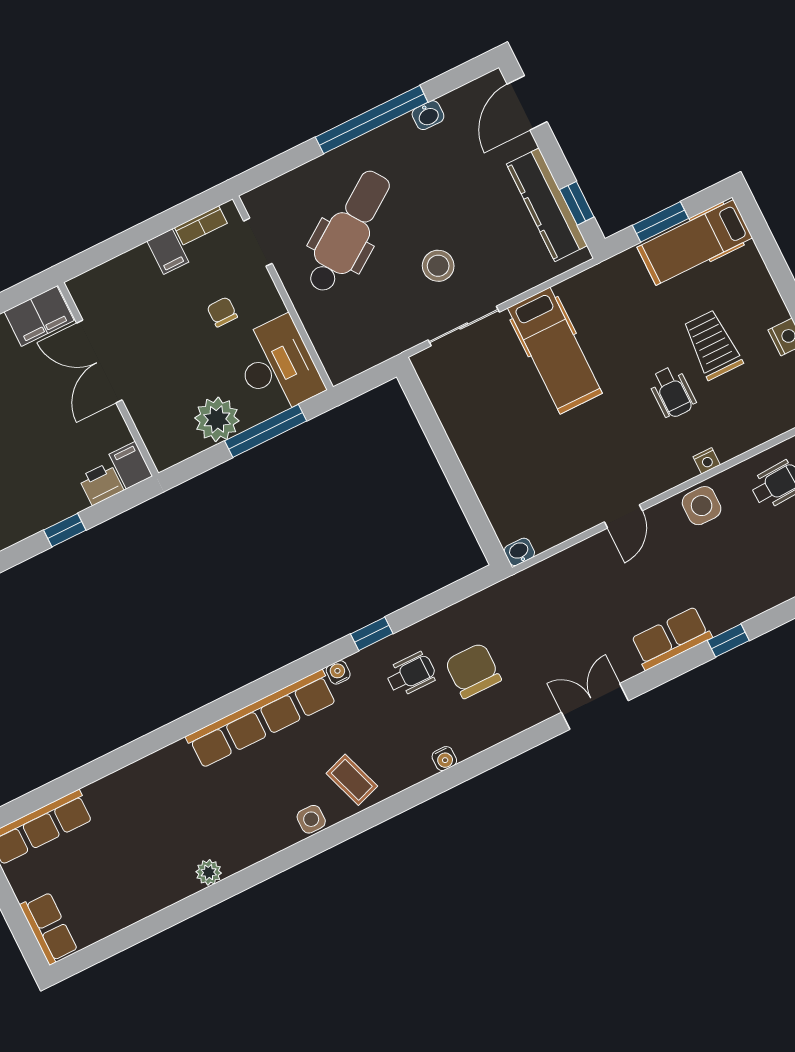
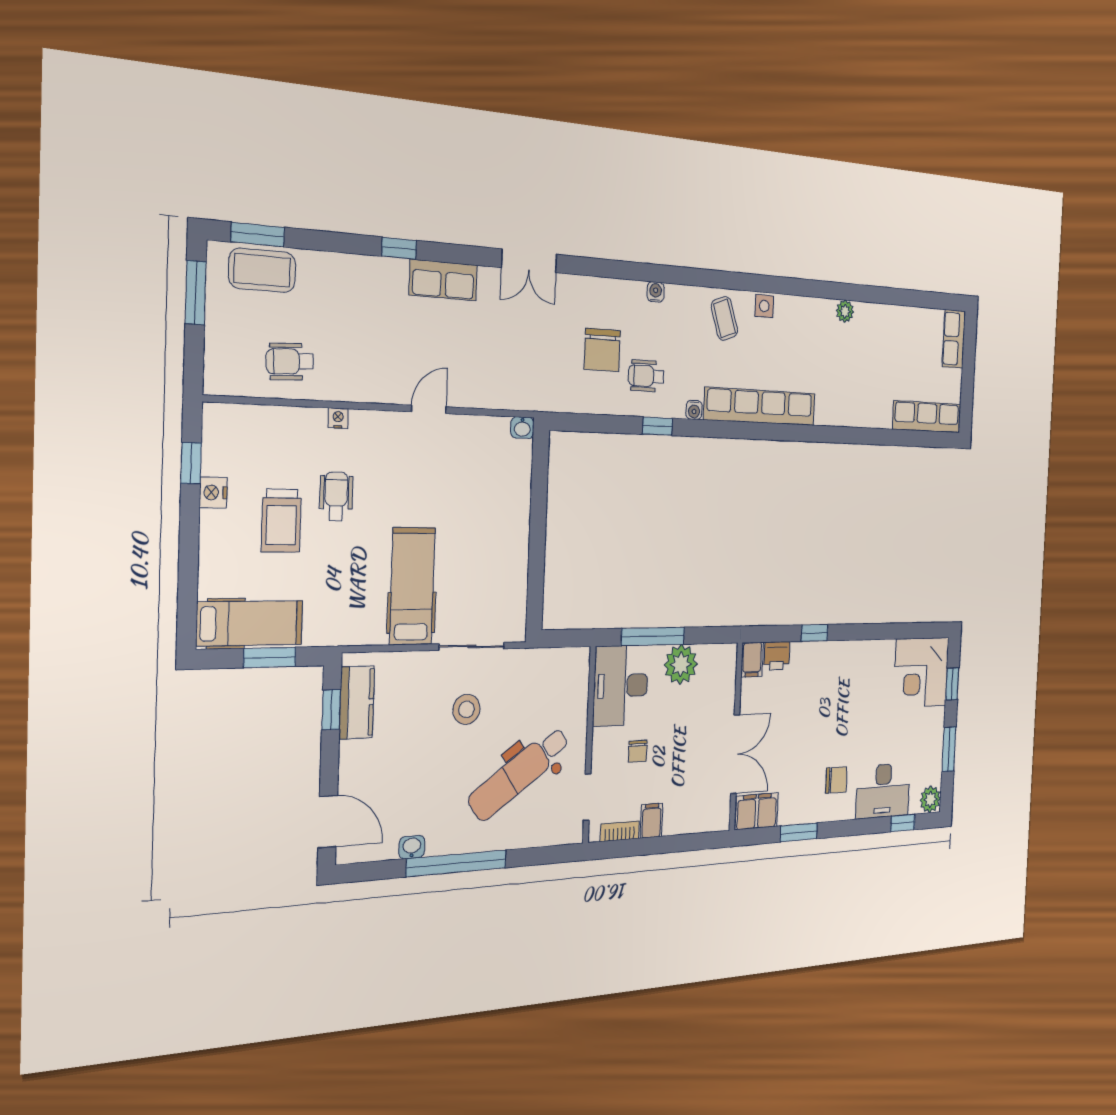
door: (527, 103) -> (328, 822), hinge flipped
kitchen counter: (547, 205) -> (357, 702), width x0.67
side table: (702, 506) -> (362, 381), removed

